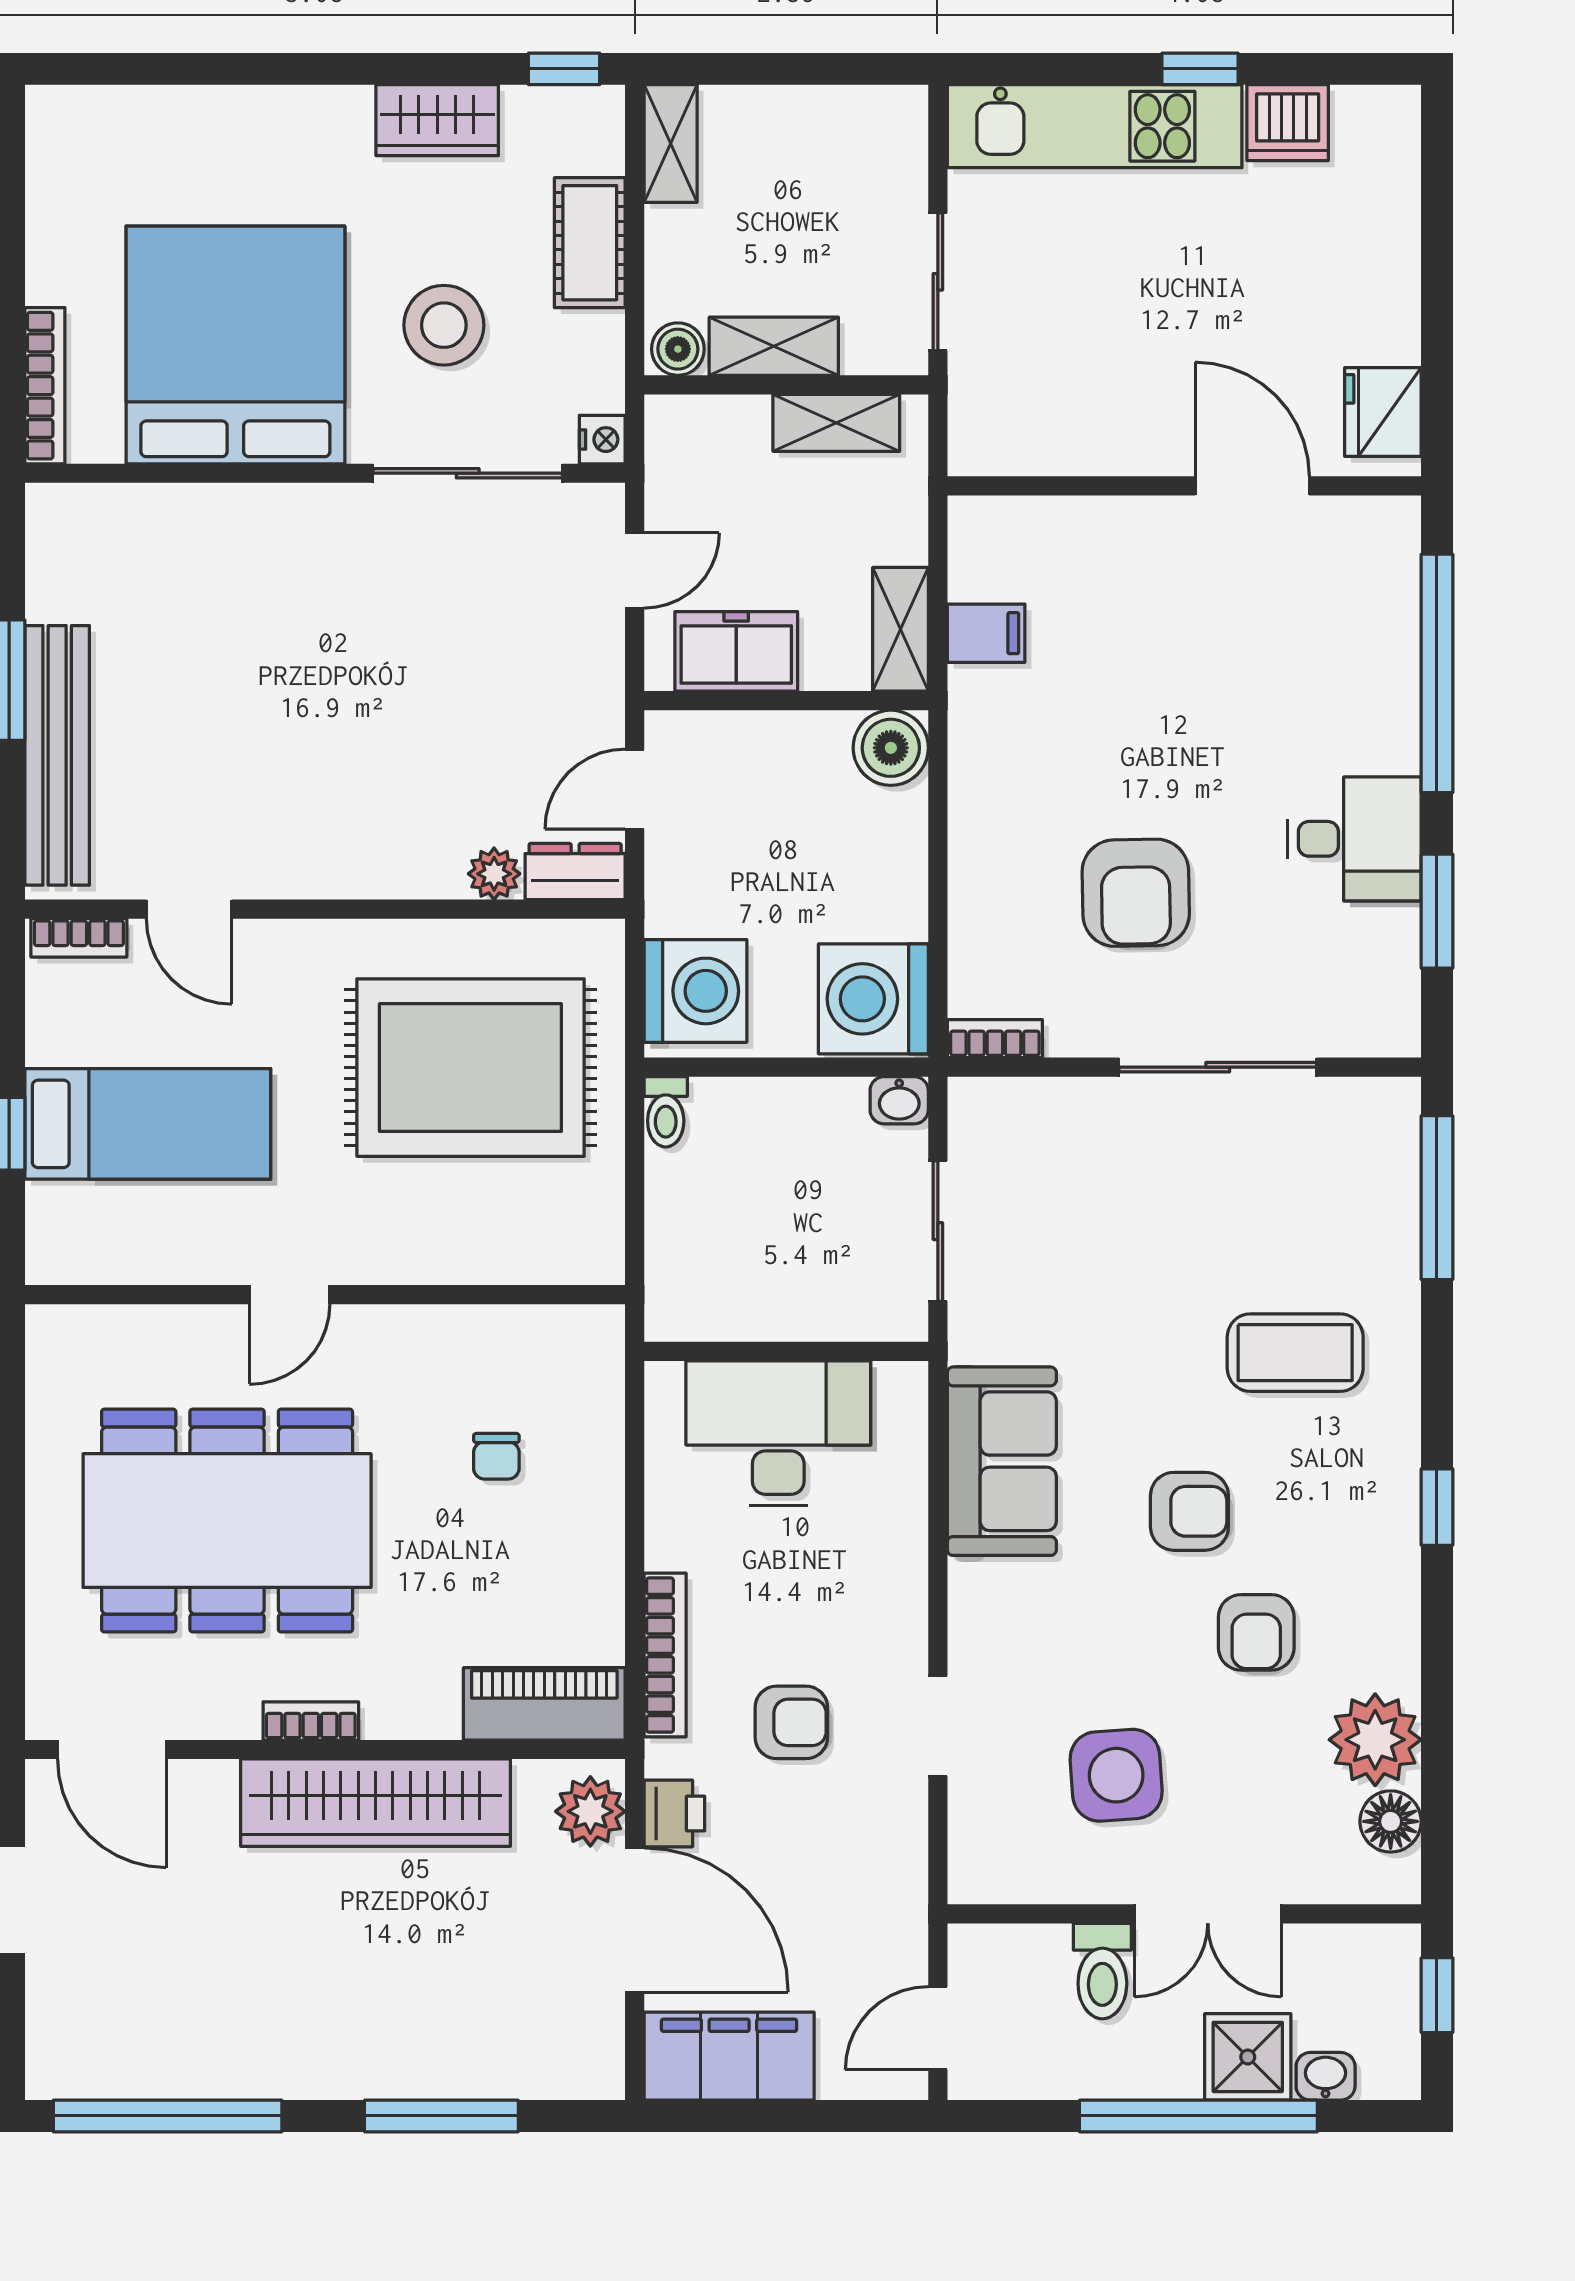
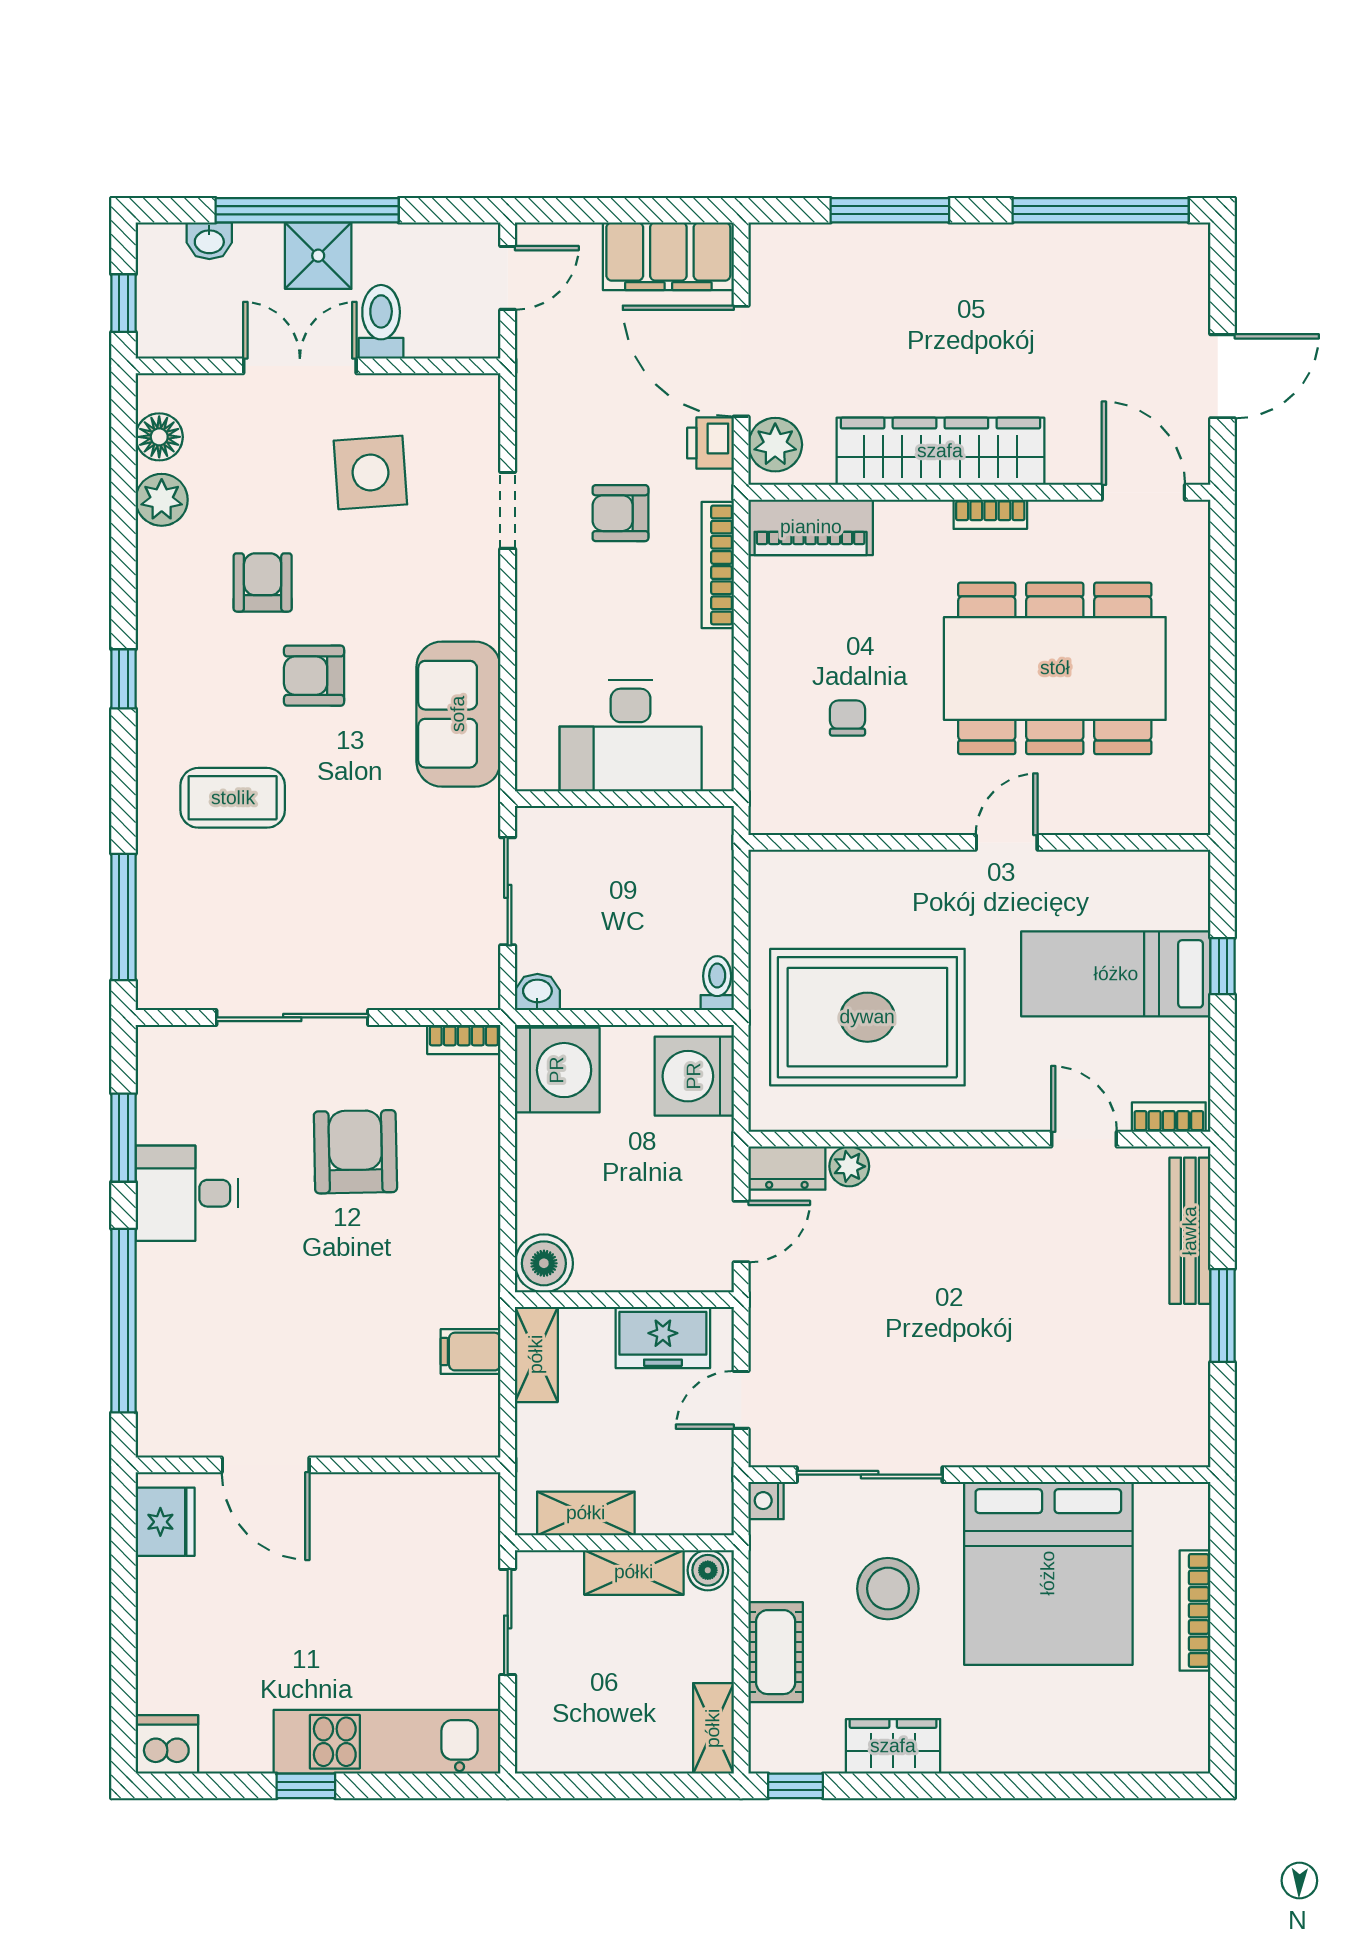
dishwasher: (1288, 123) -> (167, 1744), moved
bookcase: (45, 386) -> (1195, 1611), moved
bench: (57, 755) -> (1190, 1231), width x0.73, depth x0.82
plant: (1375, 1740) -> (162, 500), width x0.73, depth x0.73
shower: (1248, 2057) -> (318, 256), moved

